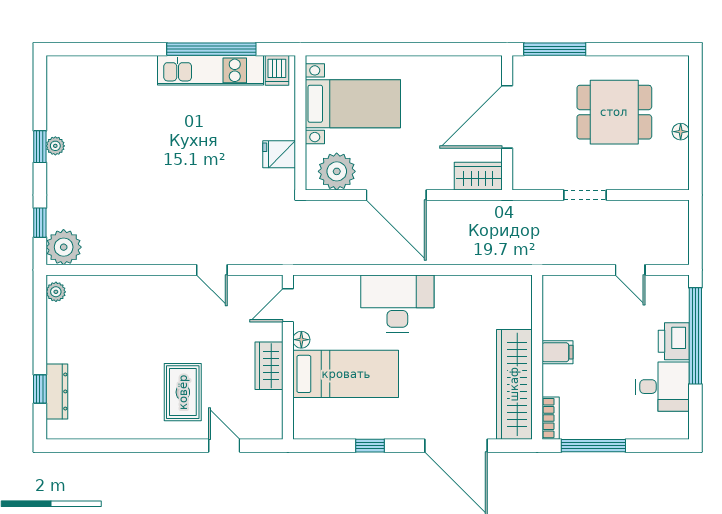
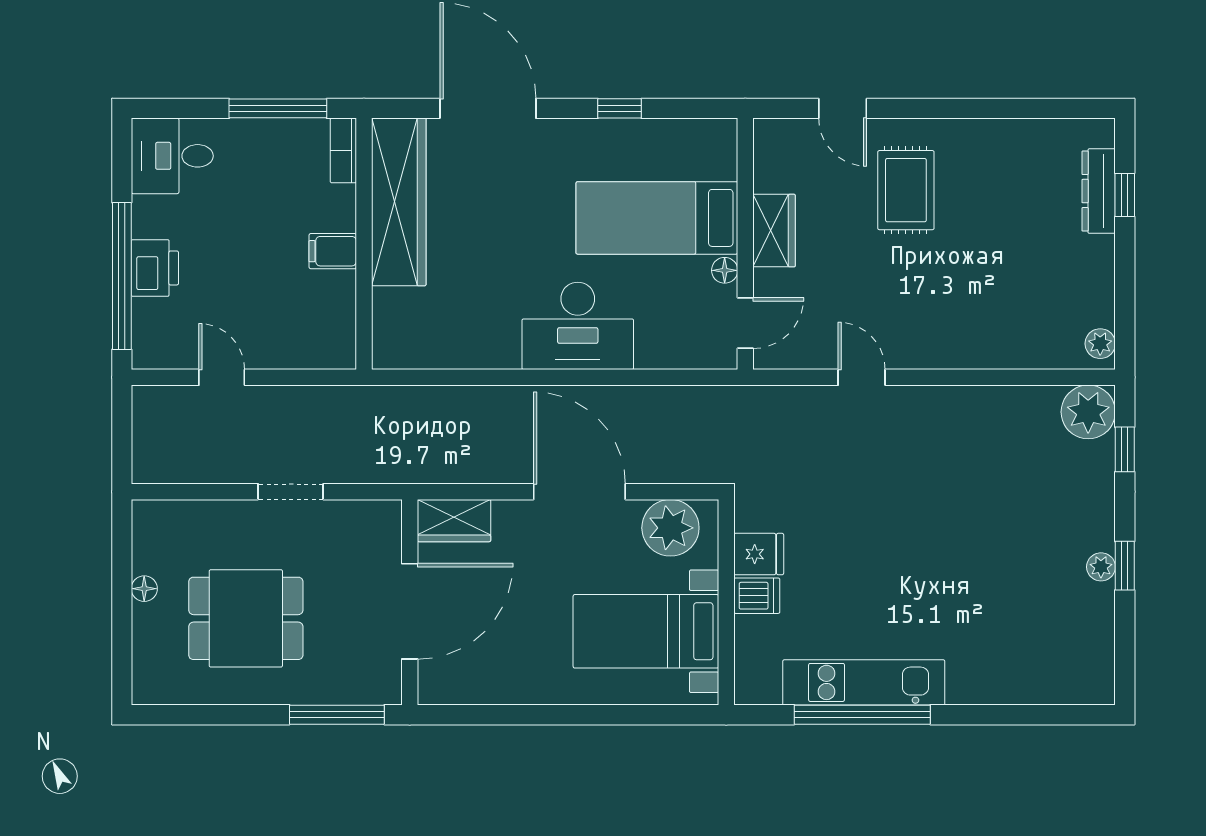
dishwasher: (277, 70) -> (757, 596), moved, turned 90
desk: (662, 387) -> (172, 156), moved

